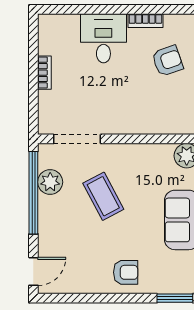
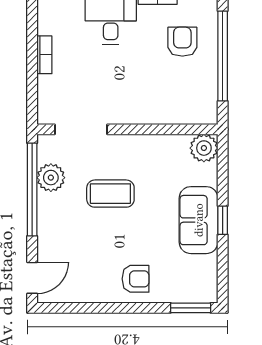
armchair: (167, 61) -> (182, 42), turned -71
coffee table: (103, 196) -> (110, 194), turned -62

